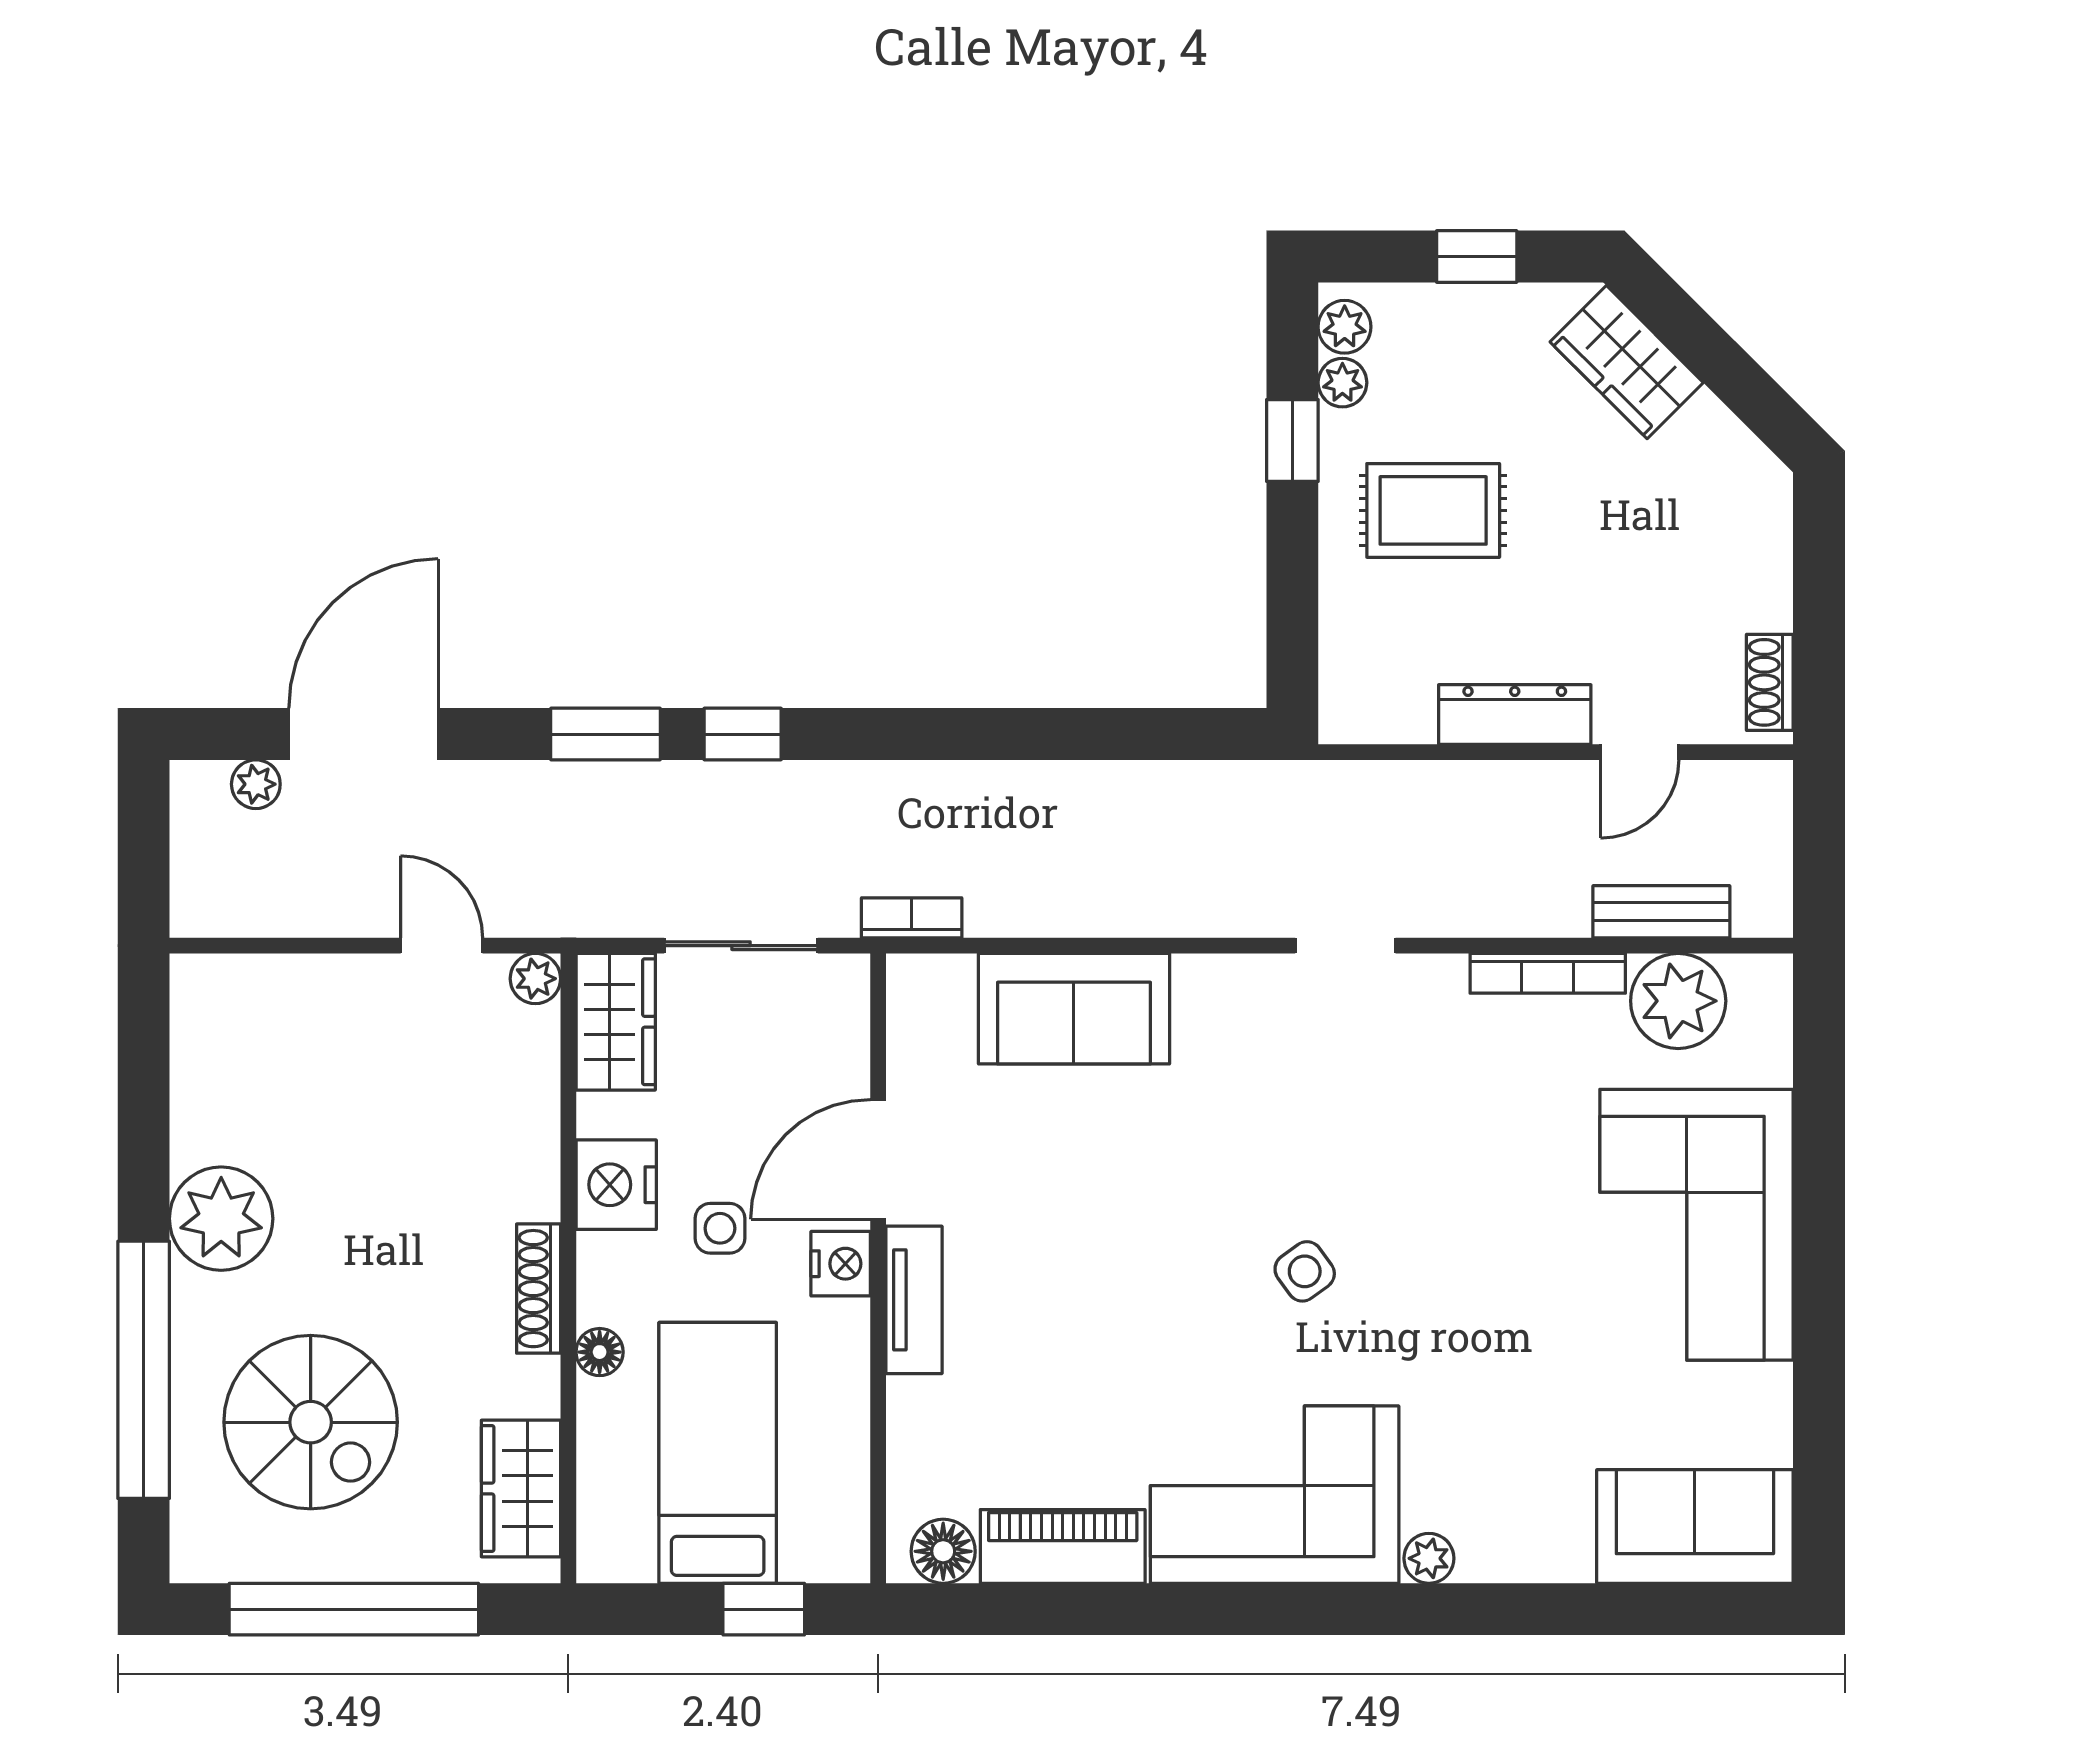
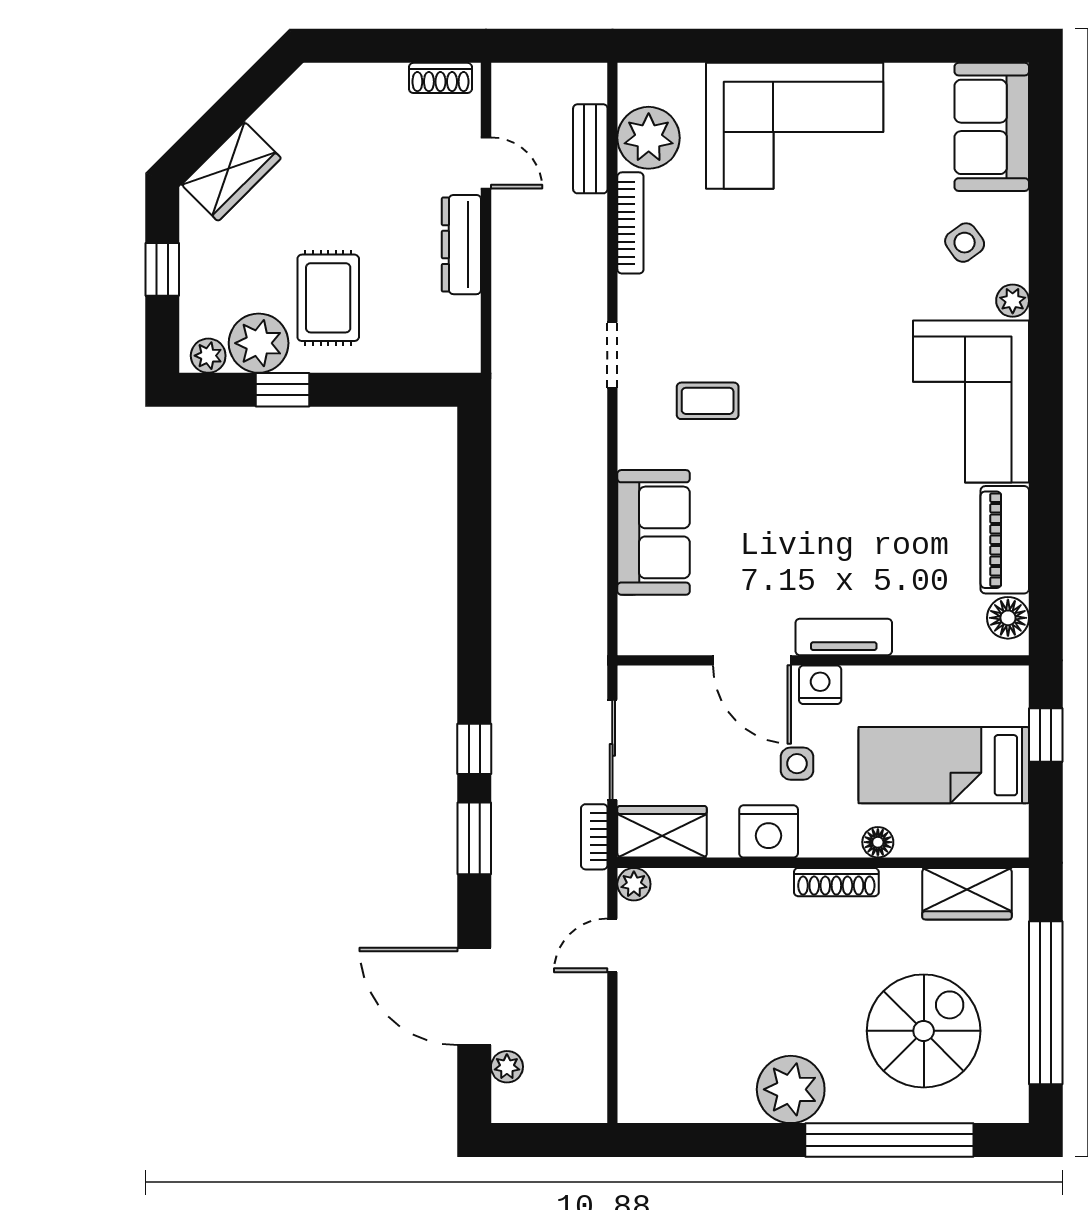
plant: (1342, 383) -> (259, 343), width x1.88, depth x1.88
bookcase: (912, 918) -> (594, 837), moved
coffee table: (1275, 1091) -> (708, 401), added
side table: (1305, 1271) -> (965, 243), moved

